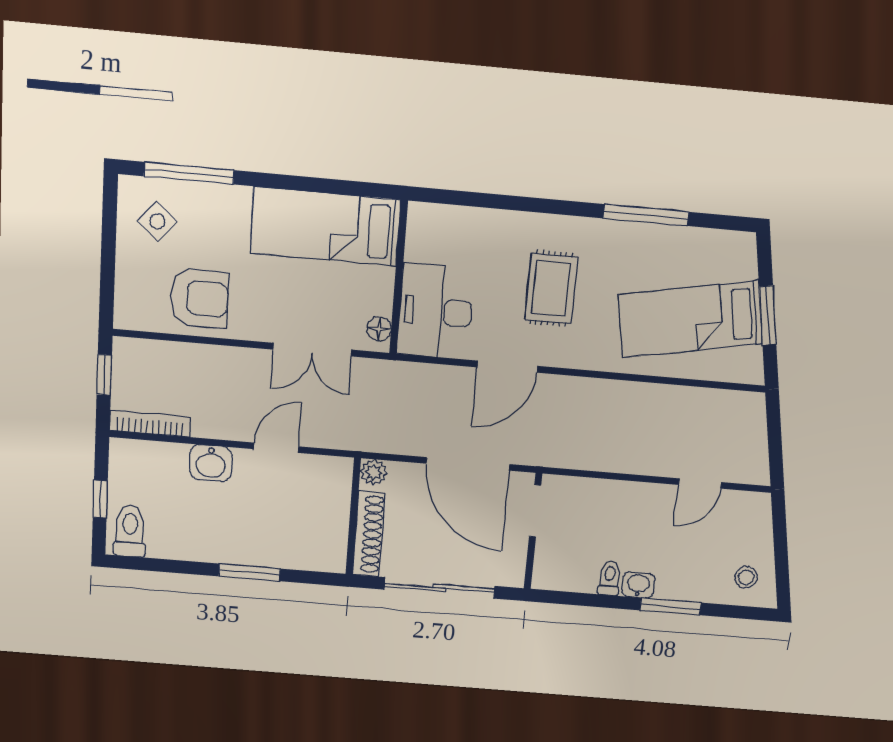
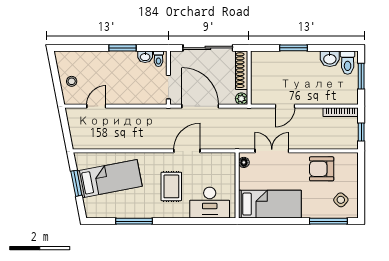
desk: (435, 311) -> (210, 203), moved, turned 90
washbasin: (211, 463) -> (330, 59), moved, turned 180
window: (100, 499) -> (361, 76), width x1.50
stool: (746, 577) -> (72, 81), moved
toilet: (609, 578) -> (158, 59), moved
washbasin: (638, 585) -> (145, 57), moved
window: (670, 606) -> (122, 48), moved

